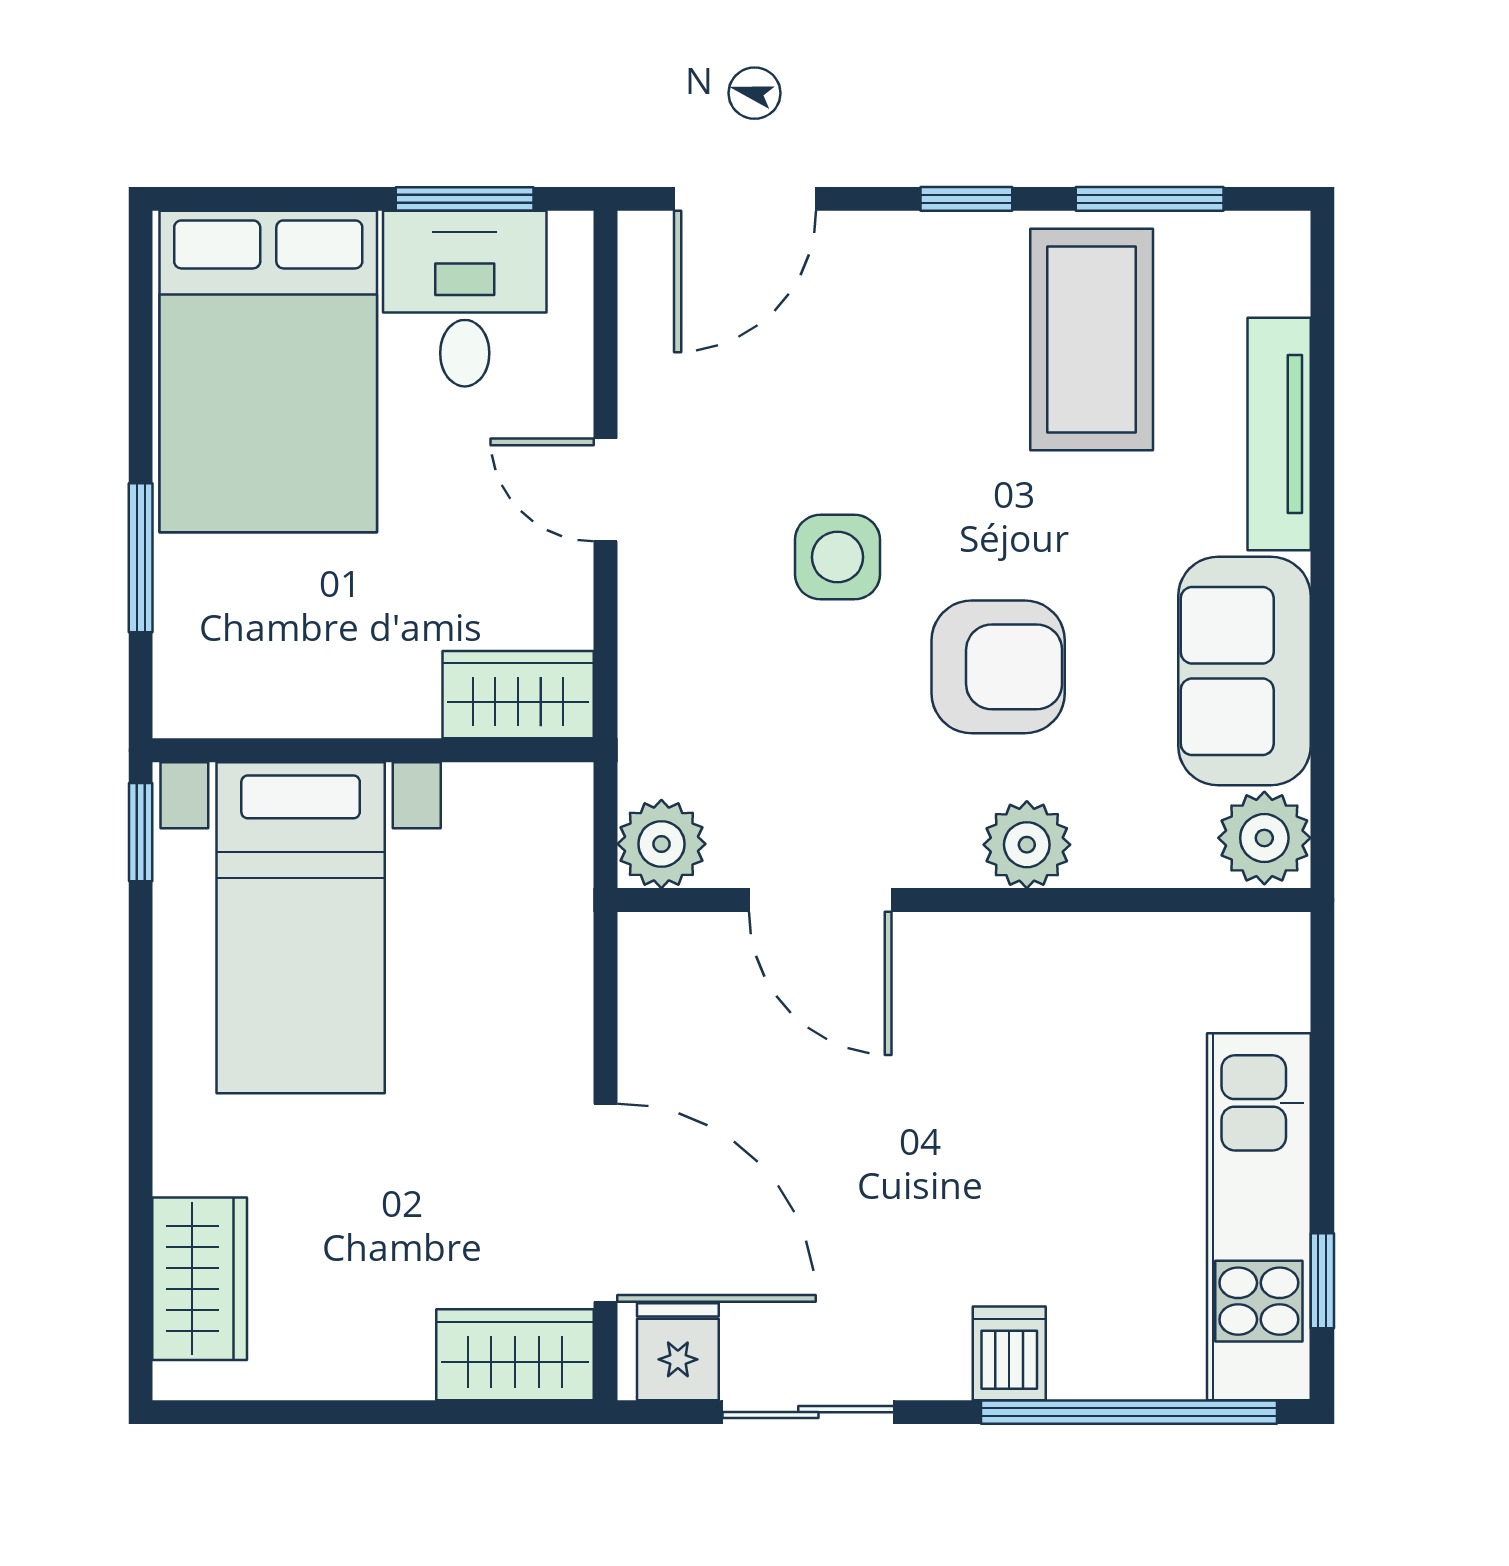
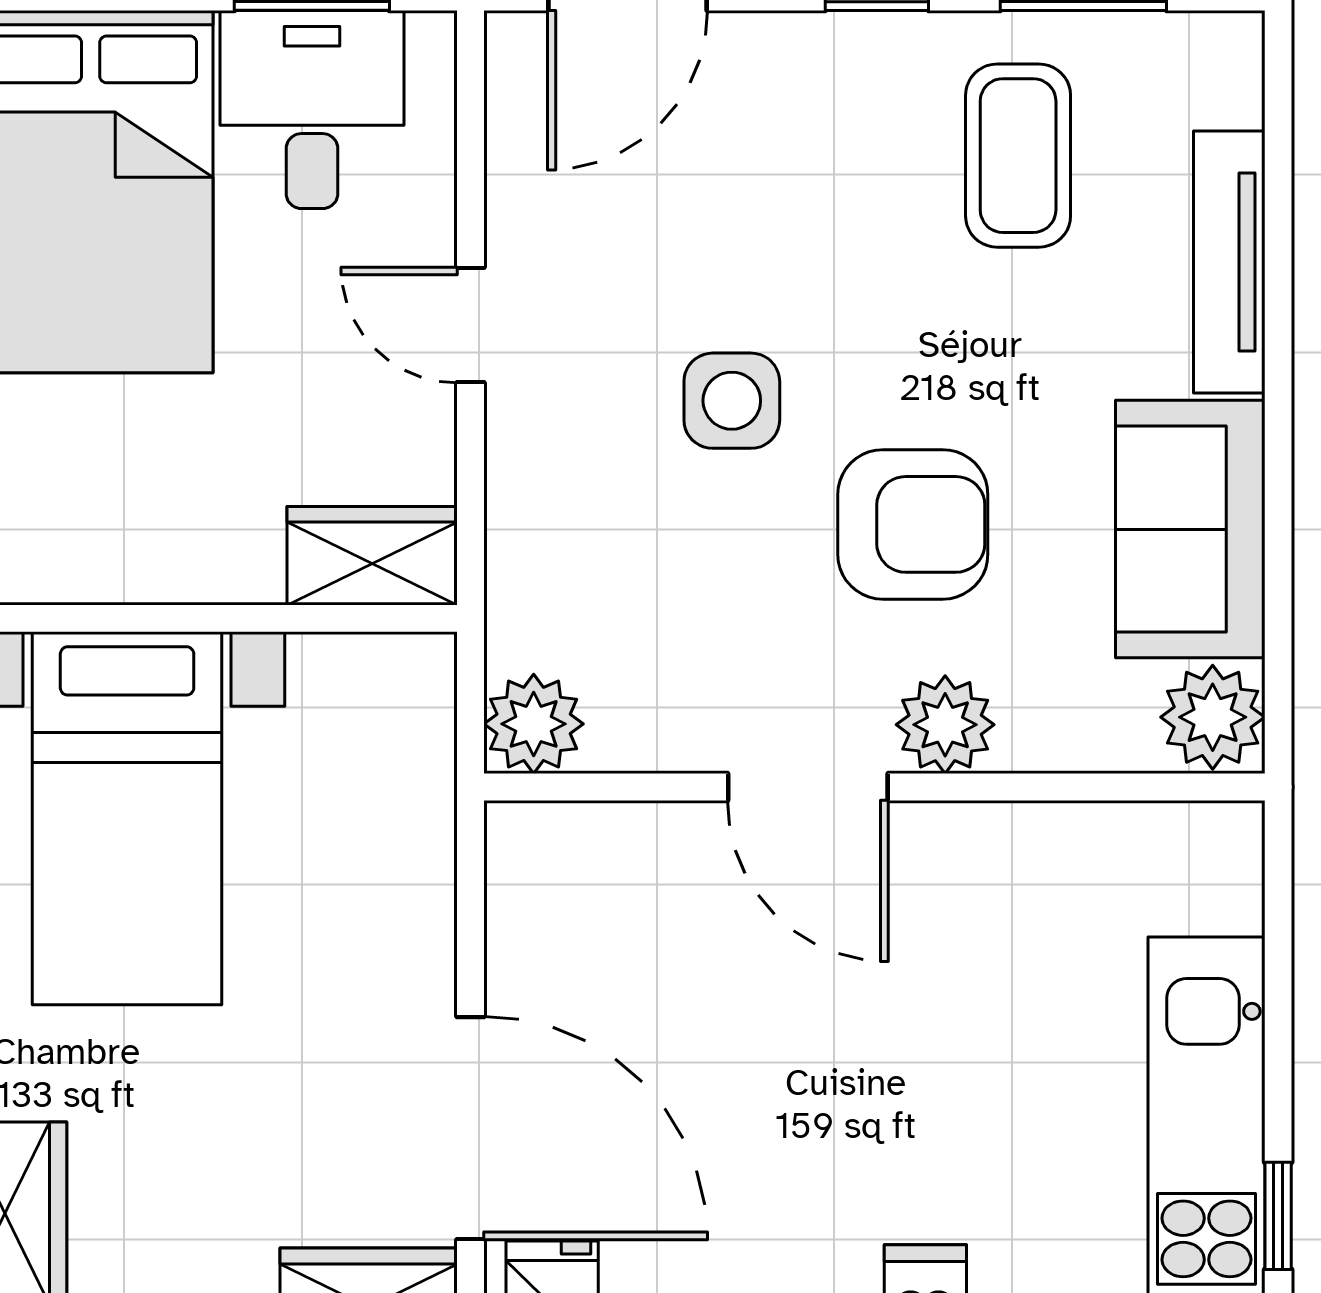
coffee table: (1092, 339) -> (1018, 156), width x0.73, depth x0.76
door: (820, 900) -> (808, 787), moved

